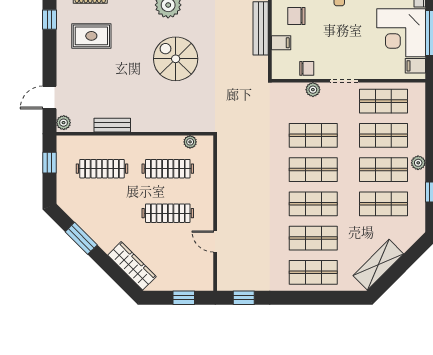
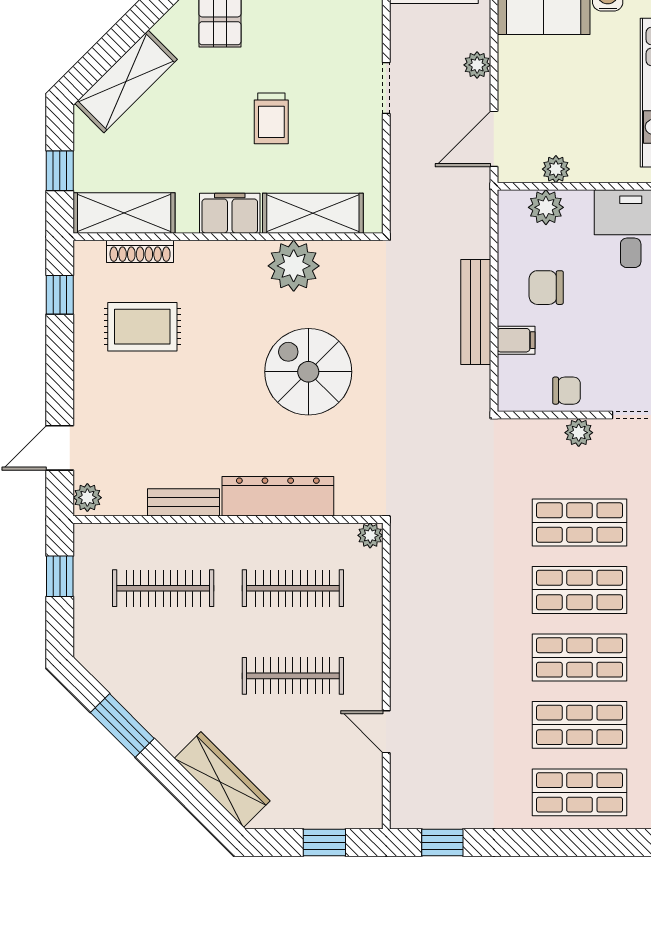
dresser: (160, 122) -> (278, 496), added
plant: (190, 142) -> (370, 535), moved

